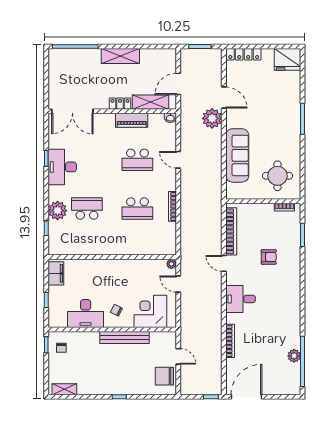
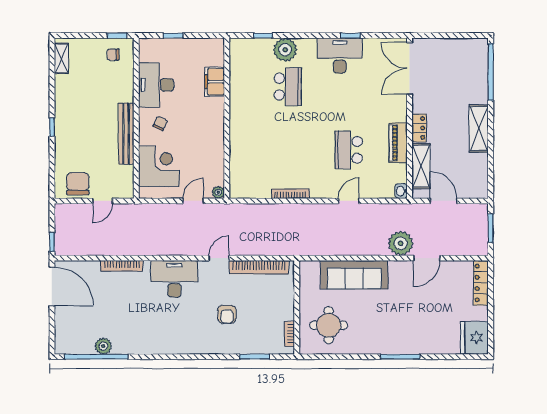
school desk: (137, 209) -> (288, 150), removed
filing cabinet: (56, 273) -> (215, 82), moved, turned 90
desk: (240, 299) -> (174, 279), width x1.37

